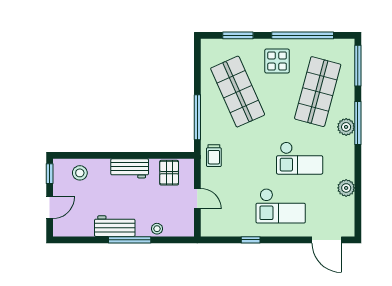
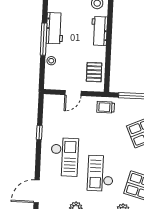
workbench: (130, 168) -> (99, 31), moved
pallet: (169, 173) -> (94, 72), turned 90
checkout: (281, 206) -> (64, 157), turned 180

